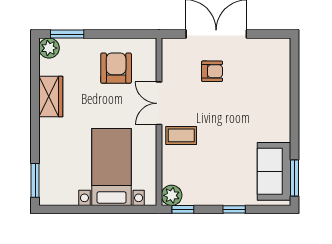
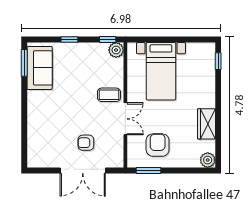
window: (67, 34) -> (148, 170), moved
armchair: (116, 68) -> (158, 145), turned 180
window: (35, 180) -> (218, 61), width x0.67

